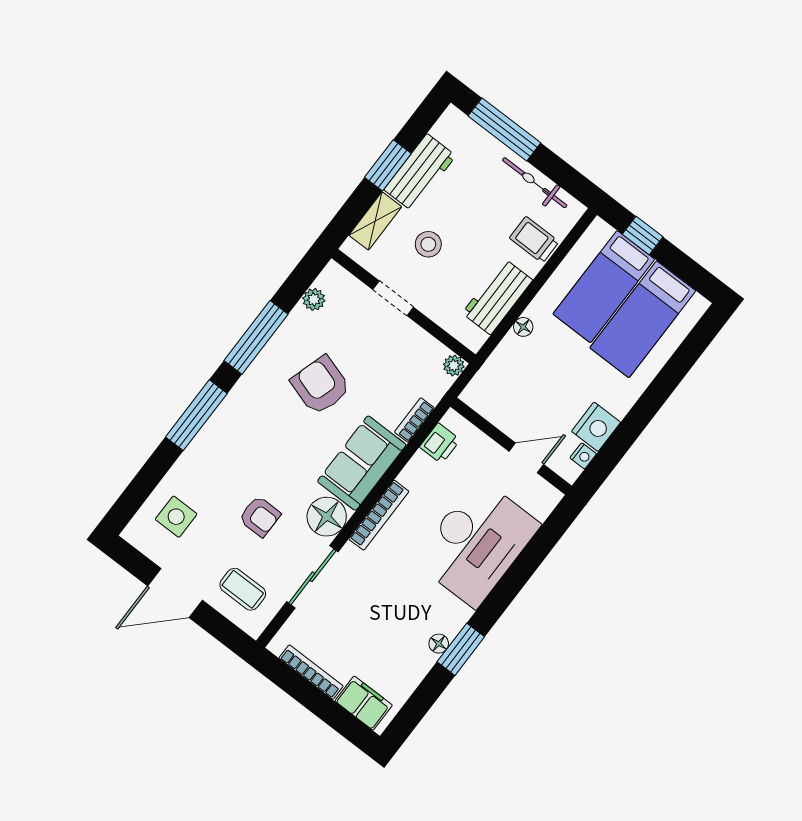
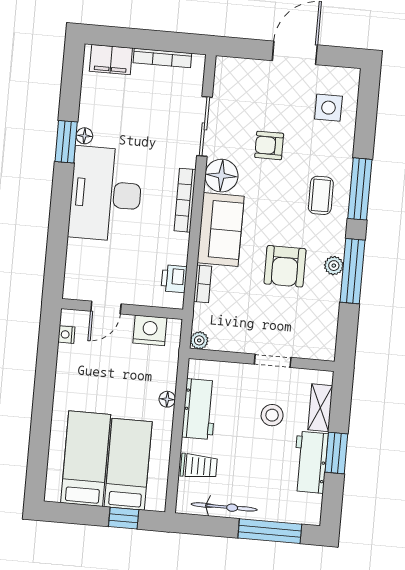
plant: (314, 299) -> (334, 266), moved
armchair: (321, 385) -> (285, 266), turned 73
nightstand: (596, 427) -> (150, 330), moved, turned 90
desk: (477, 543) -> (106, 194), moved
coffee table: (243, 589) -> (321, 195), moved, turned 90

